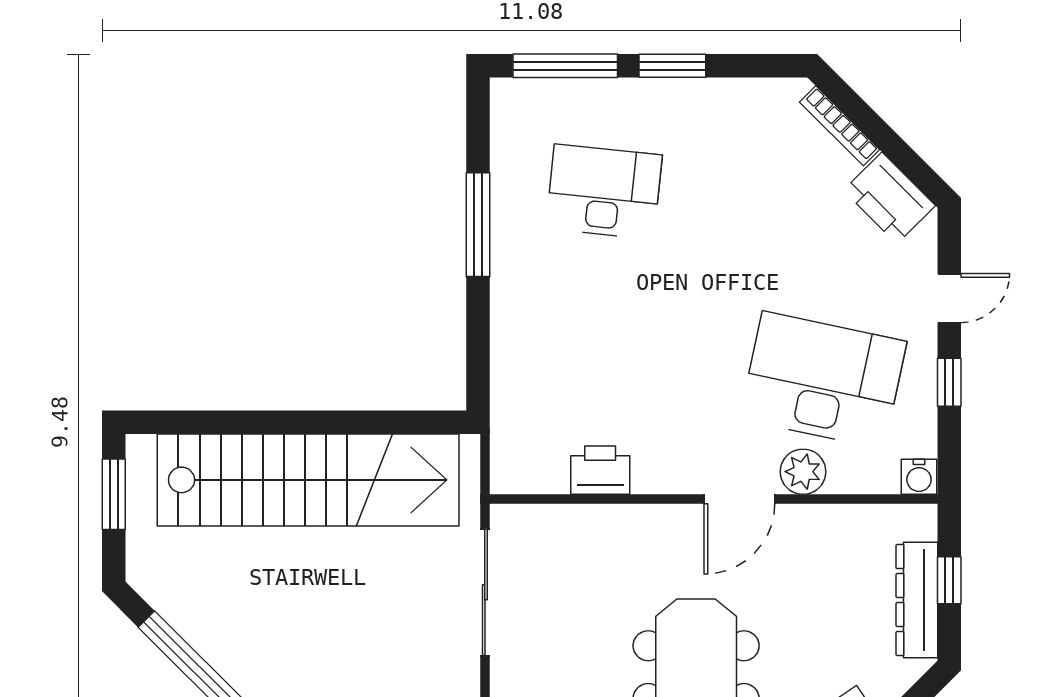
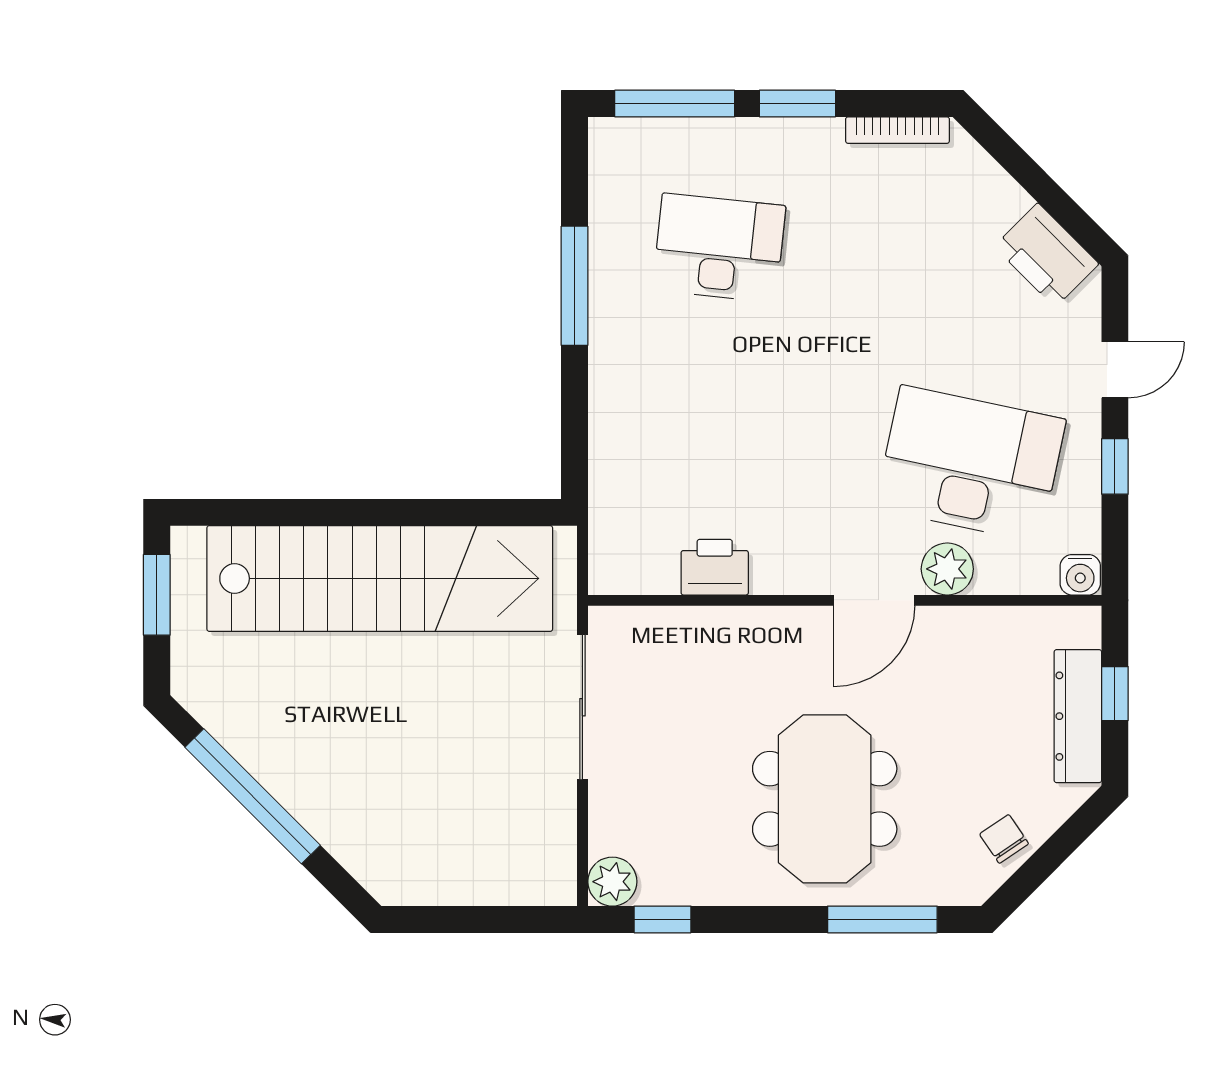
bookcase: (840, 126) -> (898, 130), moved, turned -45

